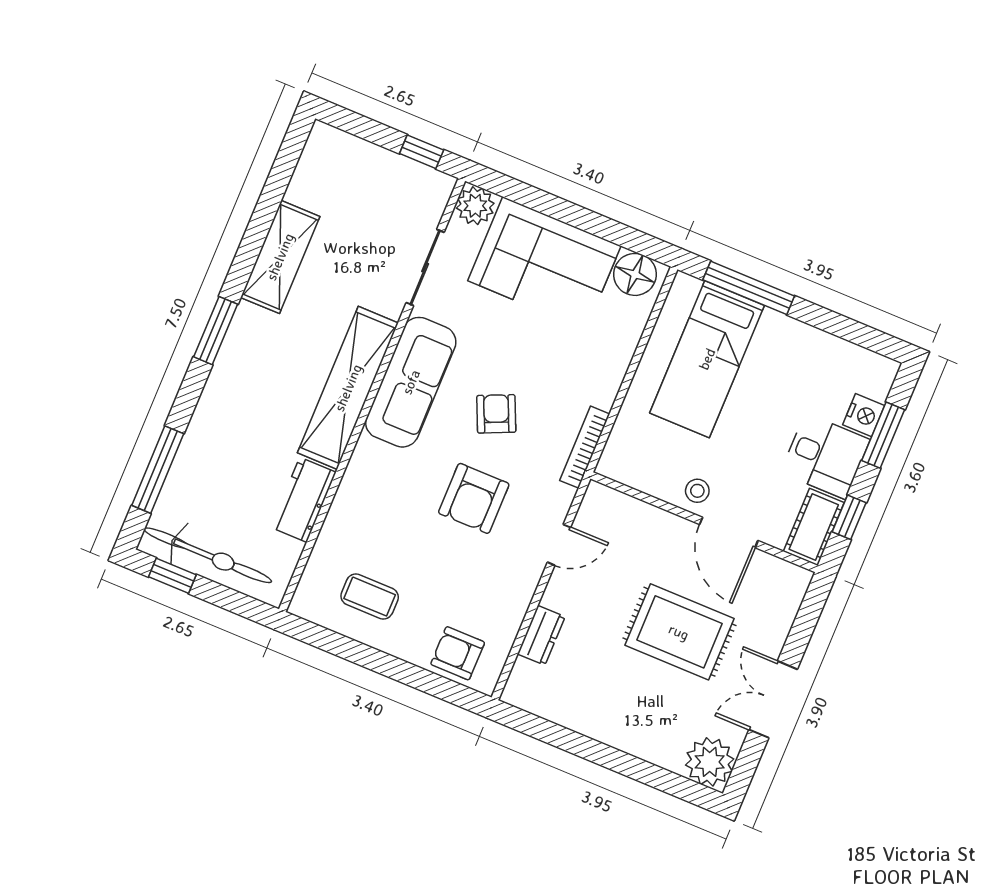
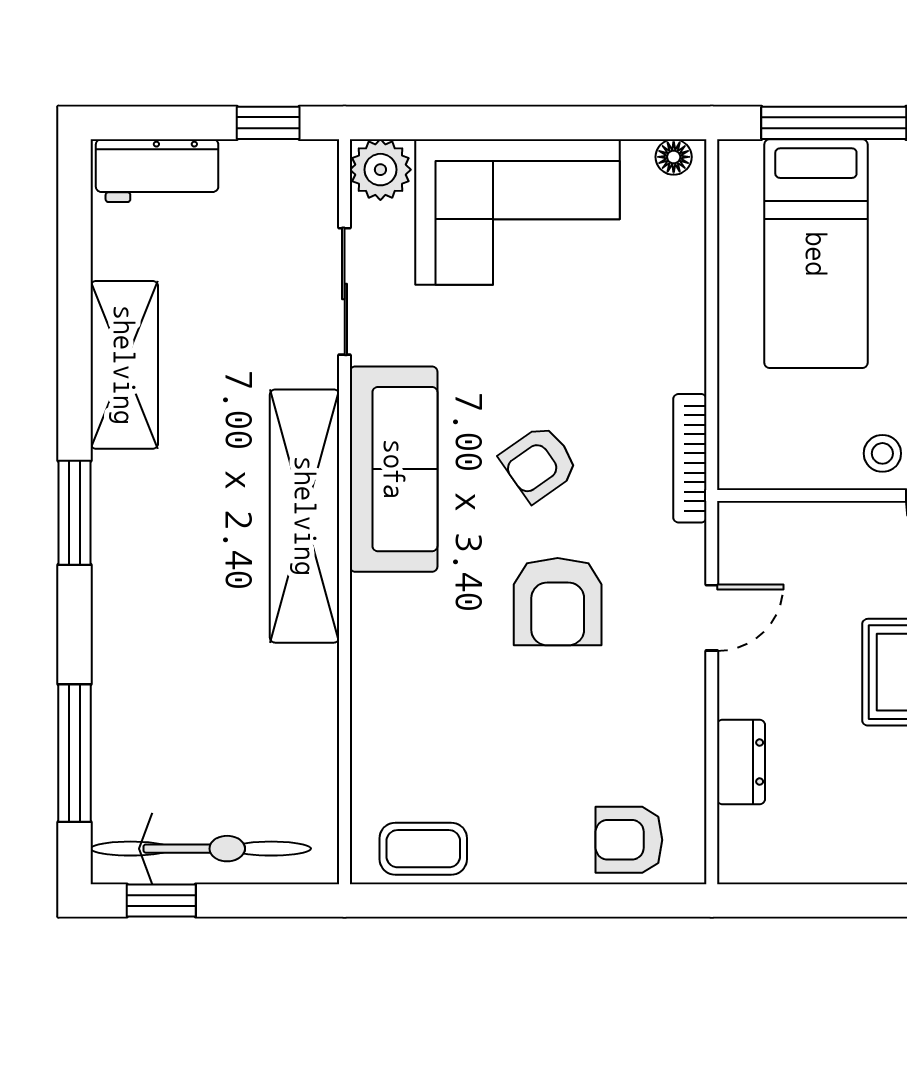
floor lamp: (635, 274) -> (674, 157), width x0.53, depth x0.53
armchair: (496, 414) -> (539, 463), turned -101
workbench: (303, 500) -> (157, 171), moved, turned -90
coffee table: (370, 597) -> (423, 849), moved

